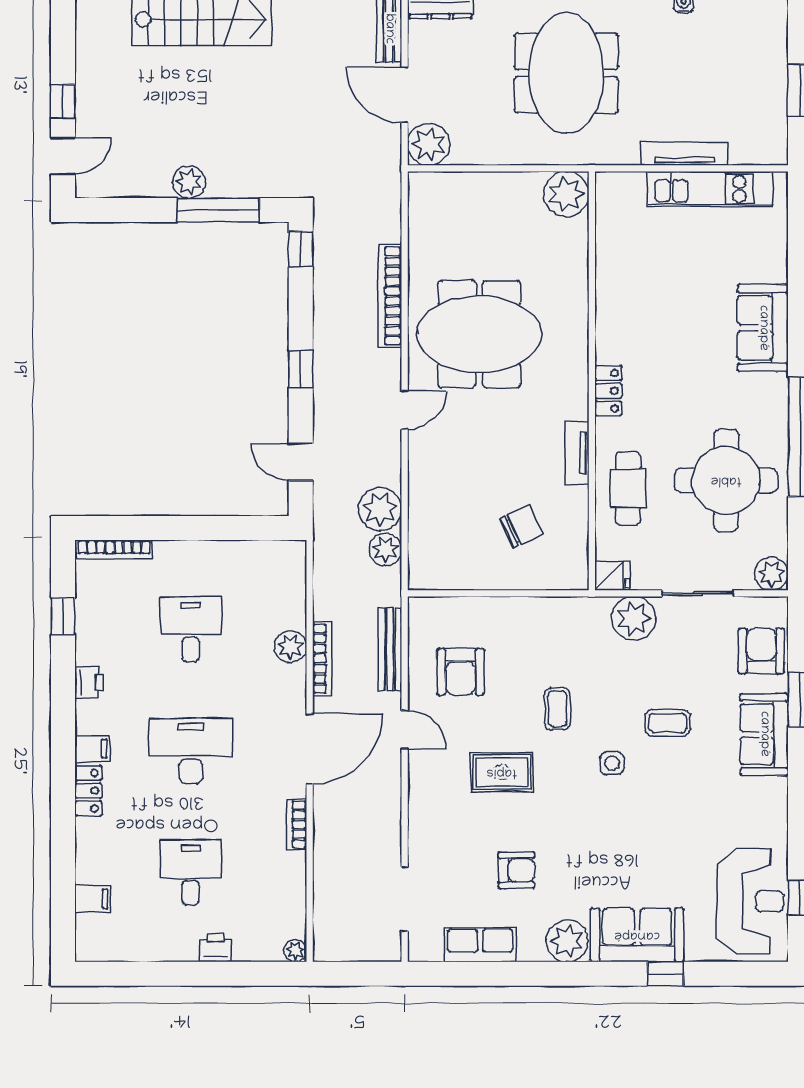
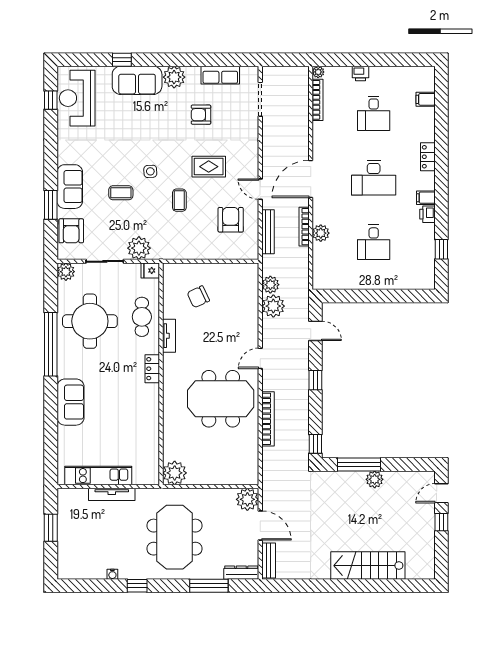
bookcase: (114, 550) -> (414, 285), removed
filing cabinet: (92, 749) -> (426, 198), moved
bookcase: (297, 825) -> (317, 100), moved, width x1.56

